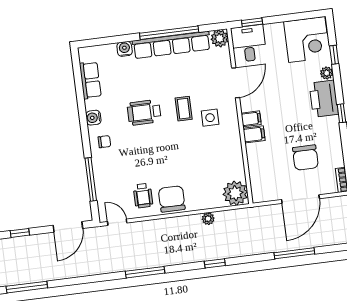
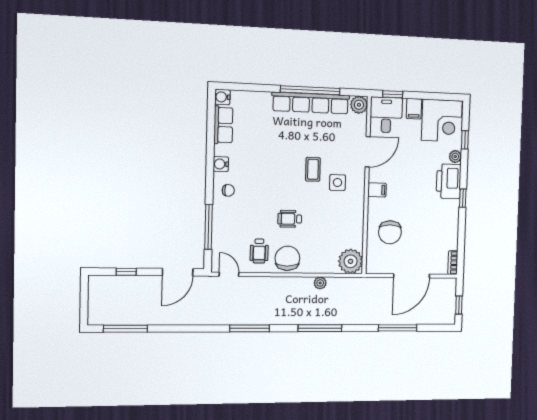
water cooler: (125, 49) -> (222, 97), moved, turned -90
wheelchair: (144, 112) -> (290, 219), moved, width x0.73, depth x0.73
filing cabinet: (254, 134) -> (414, 109), moved, turned 90
chair: (305, 158) -> (390, 232), moved
window: (215, 263) -> (320, 328), width x2.17

